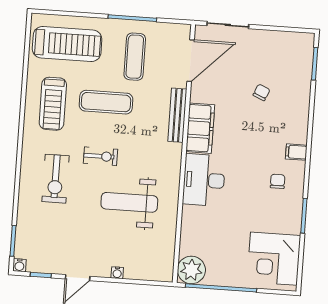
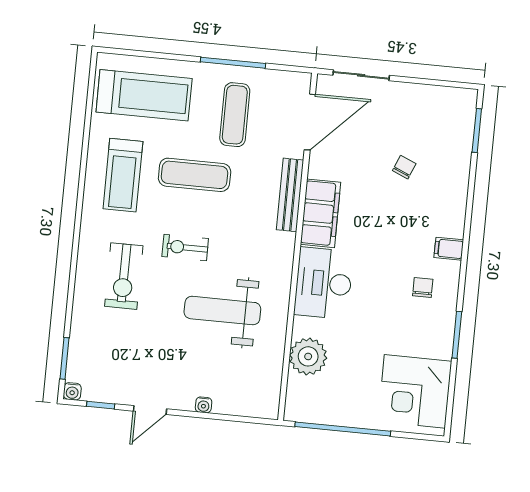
exercise bike: (100, 156) -> (185, 247), turned 180
plant: (191, 270) -> (308, 356), moved

